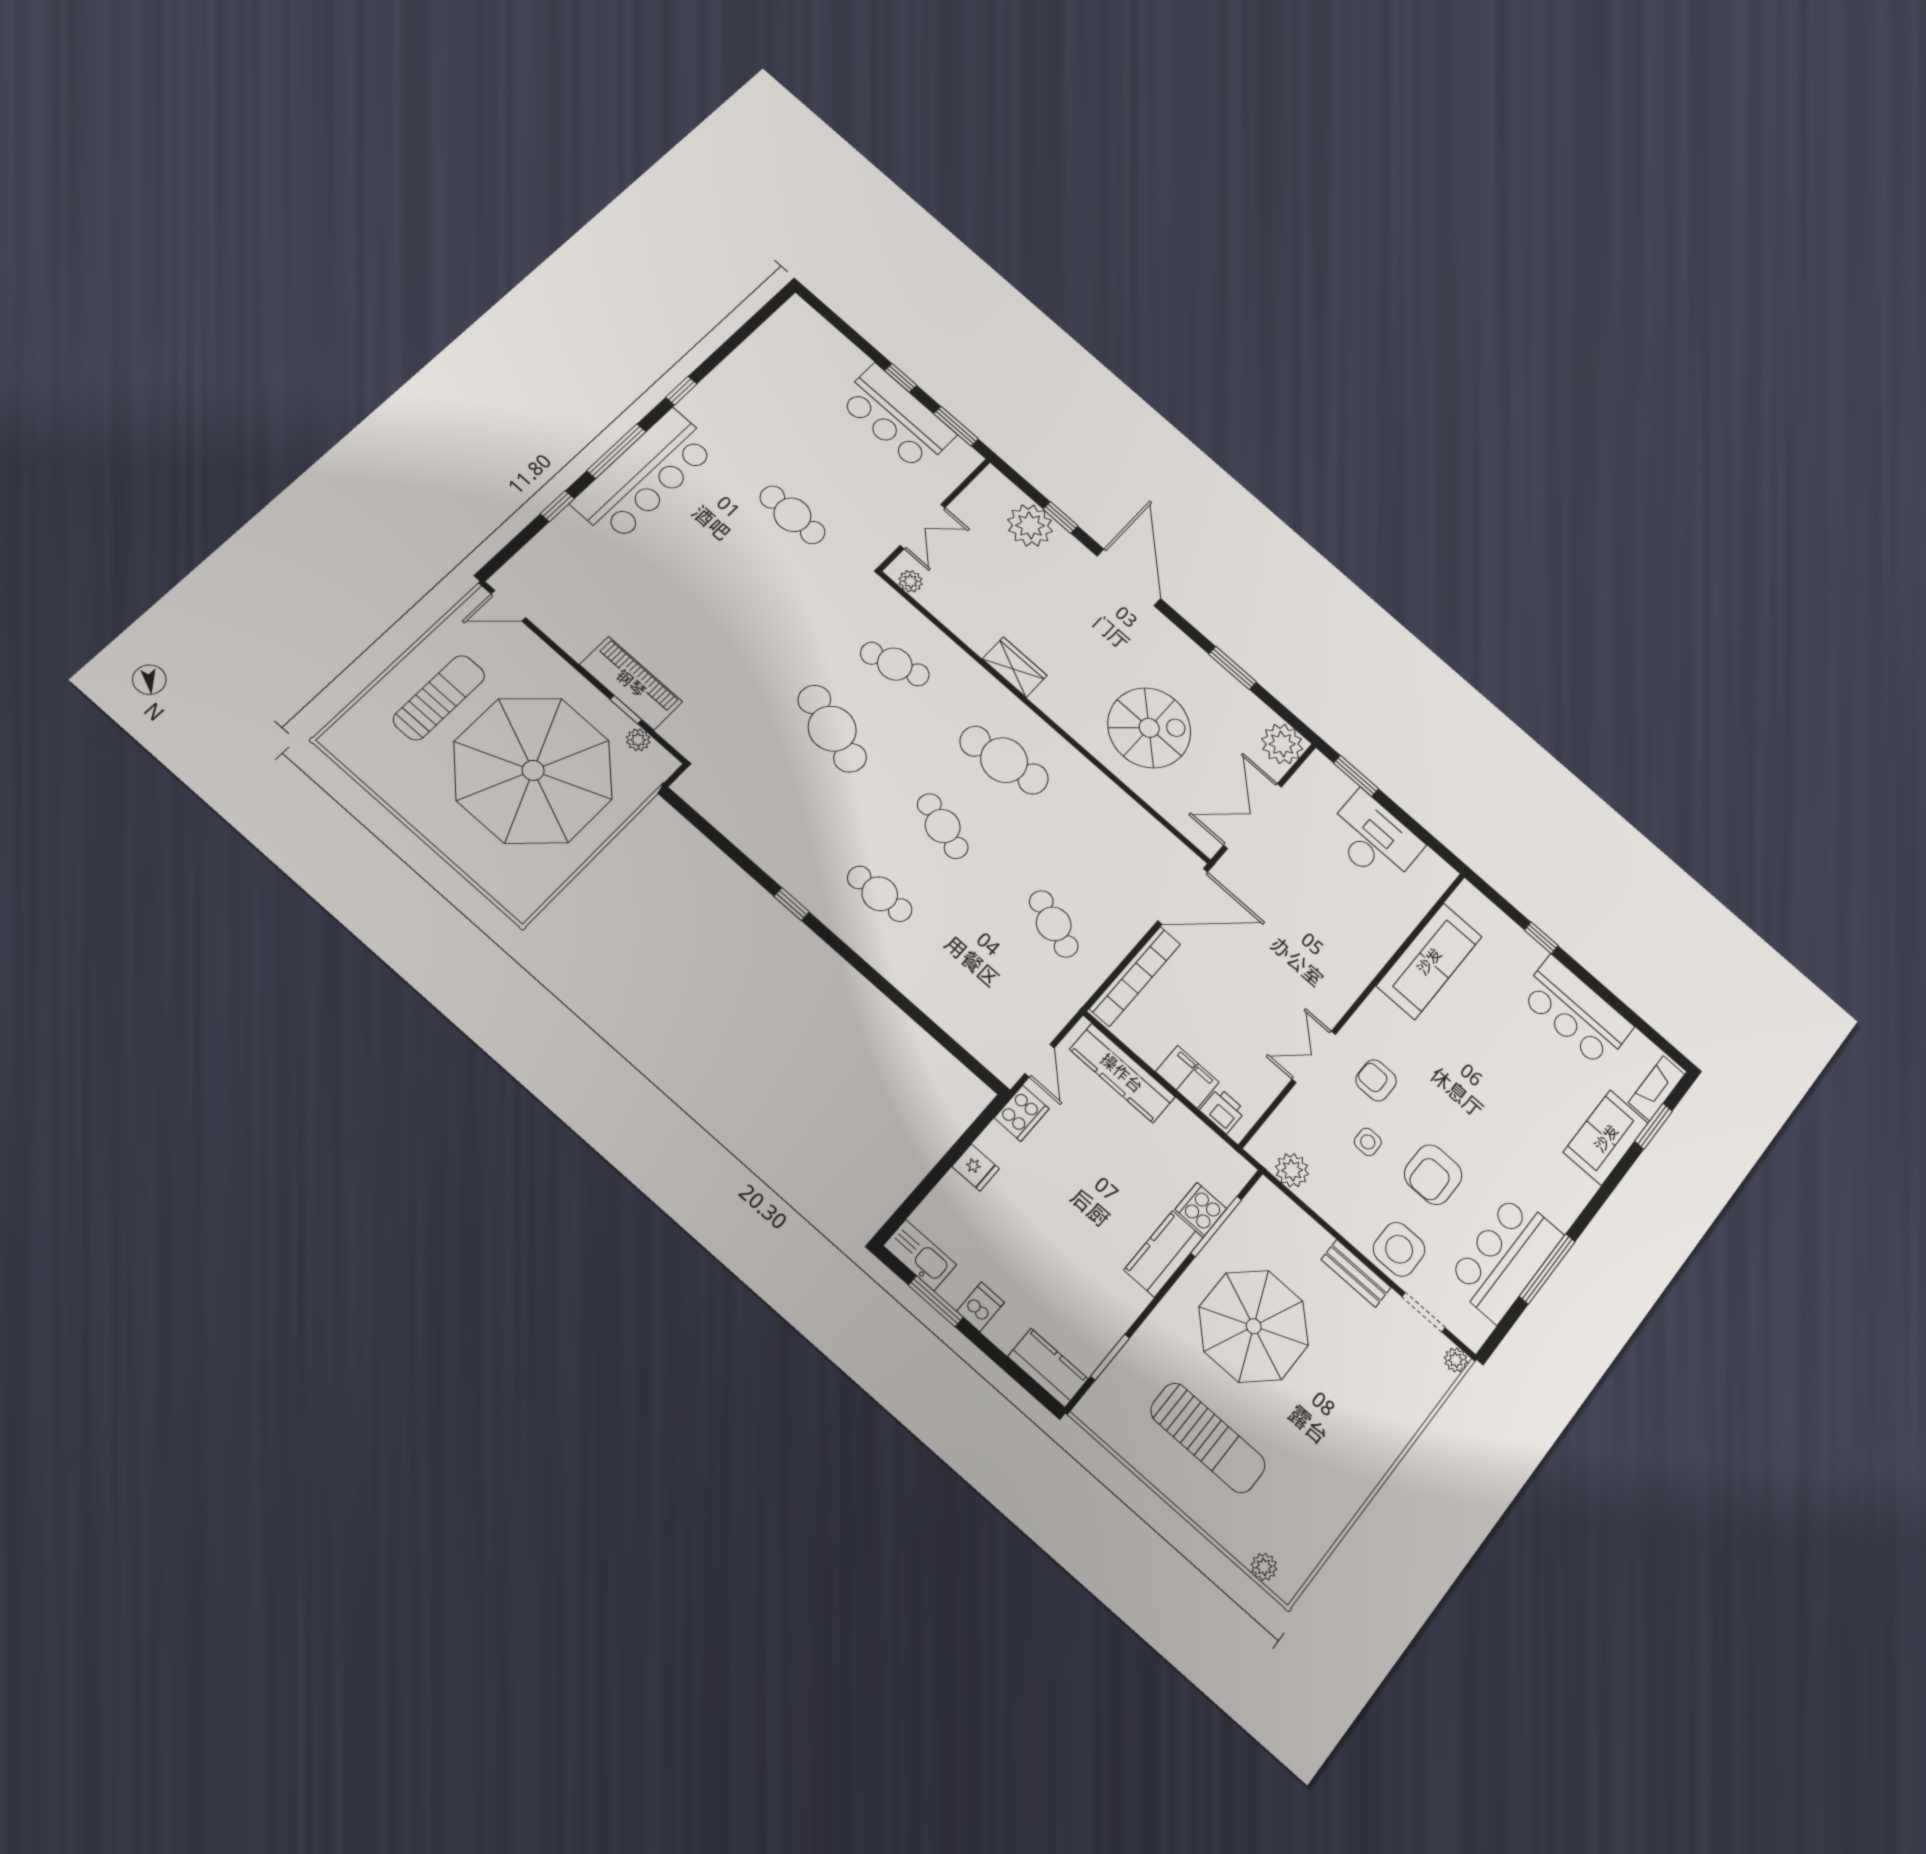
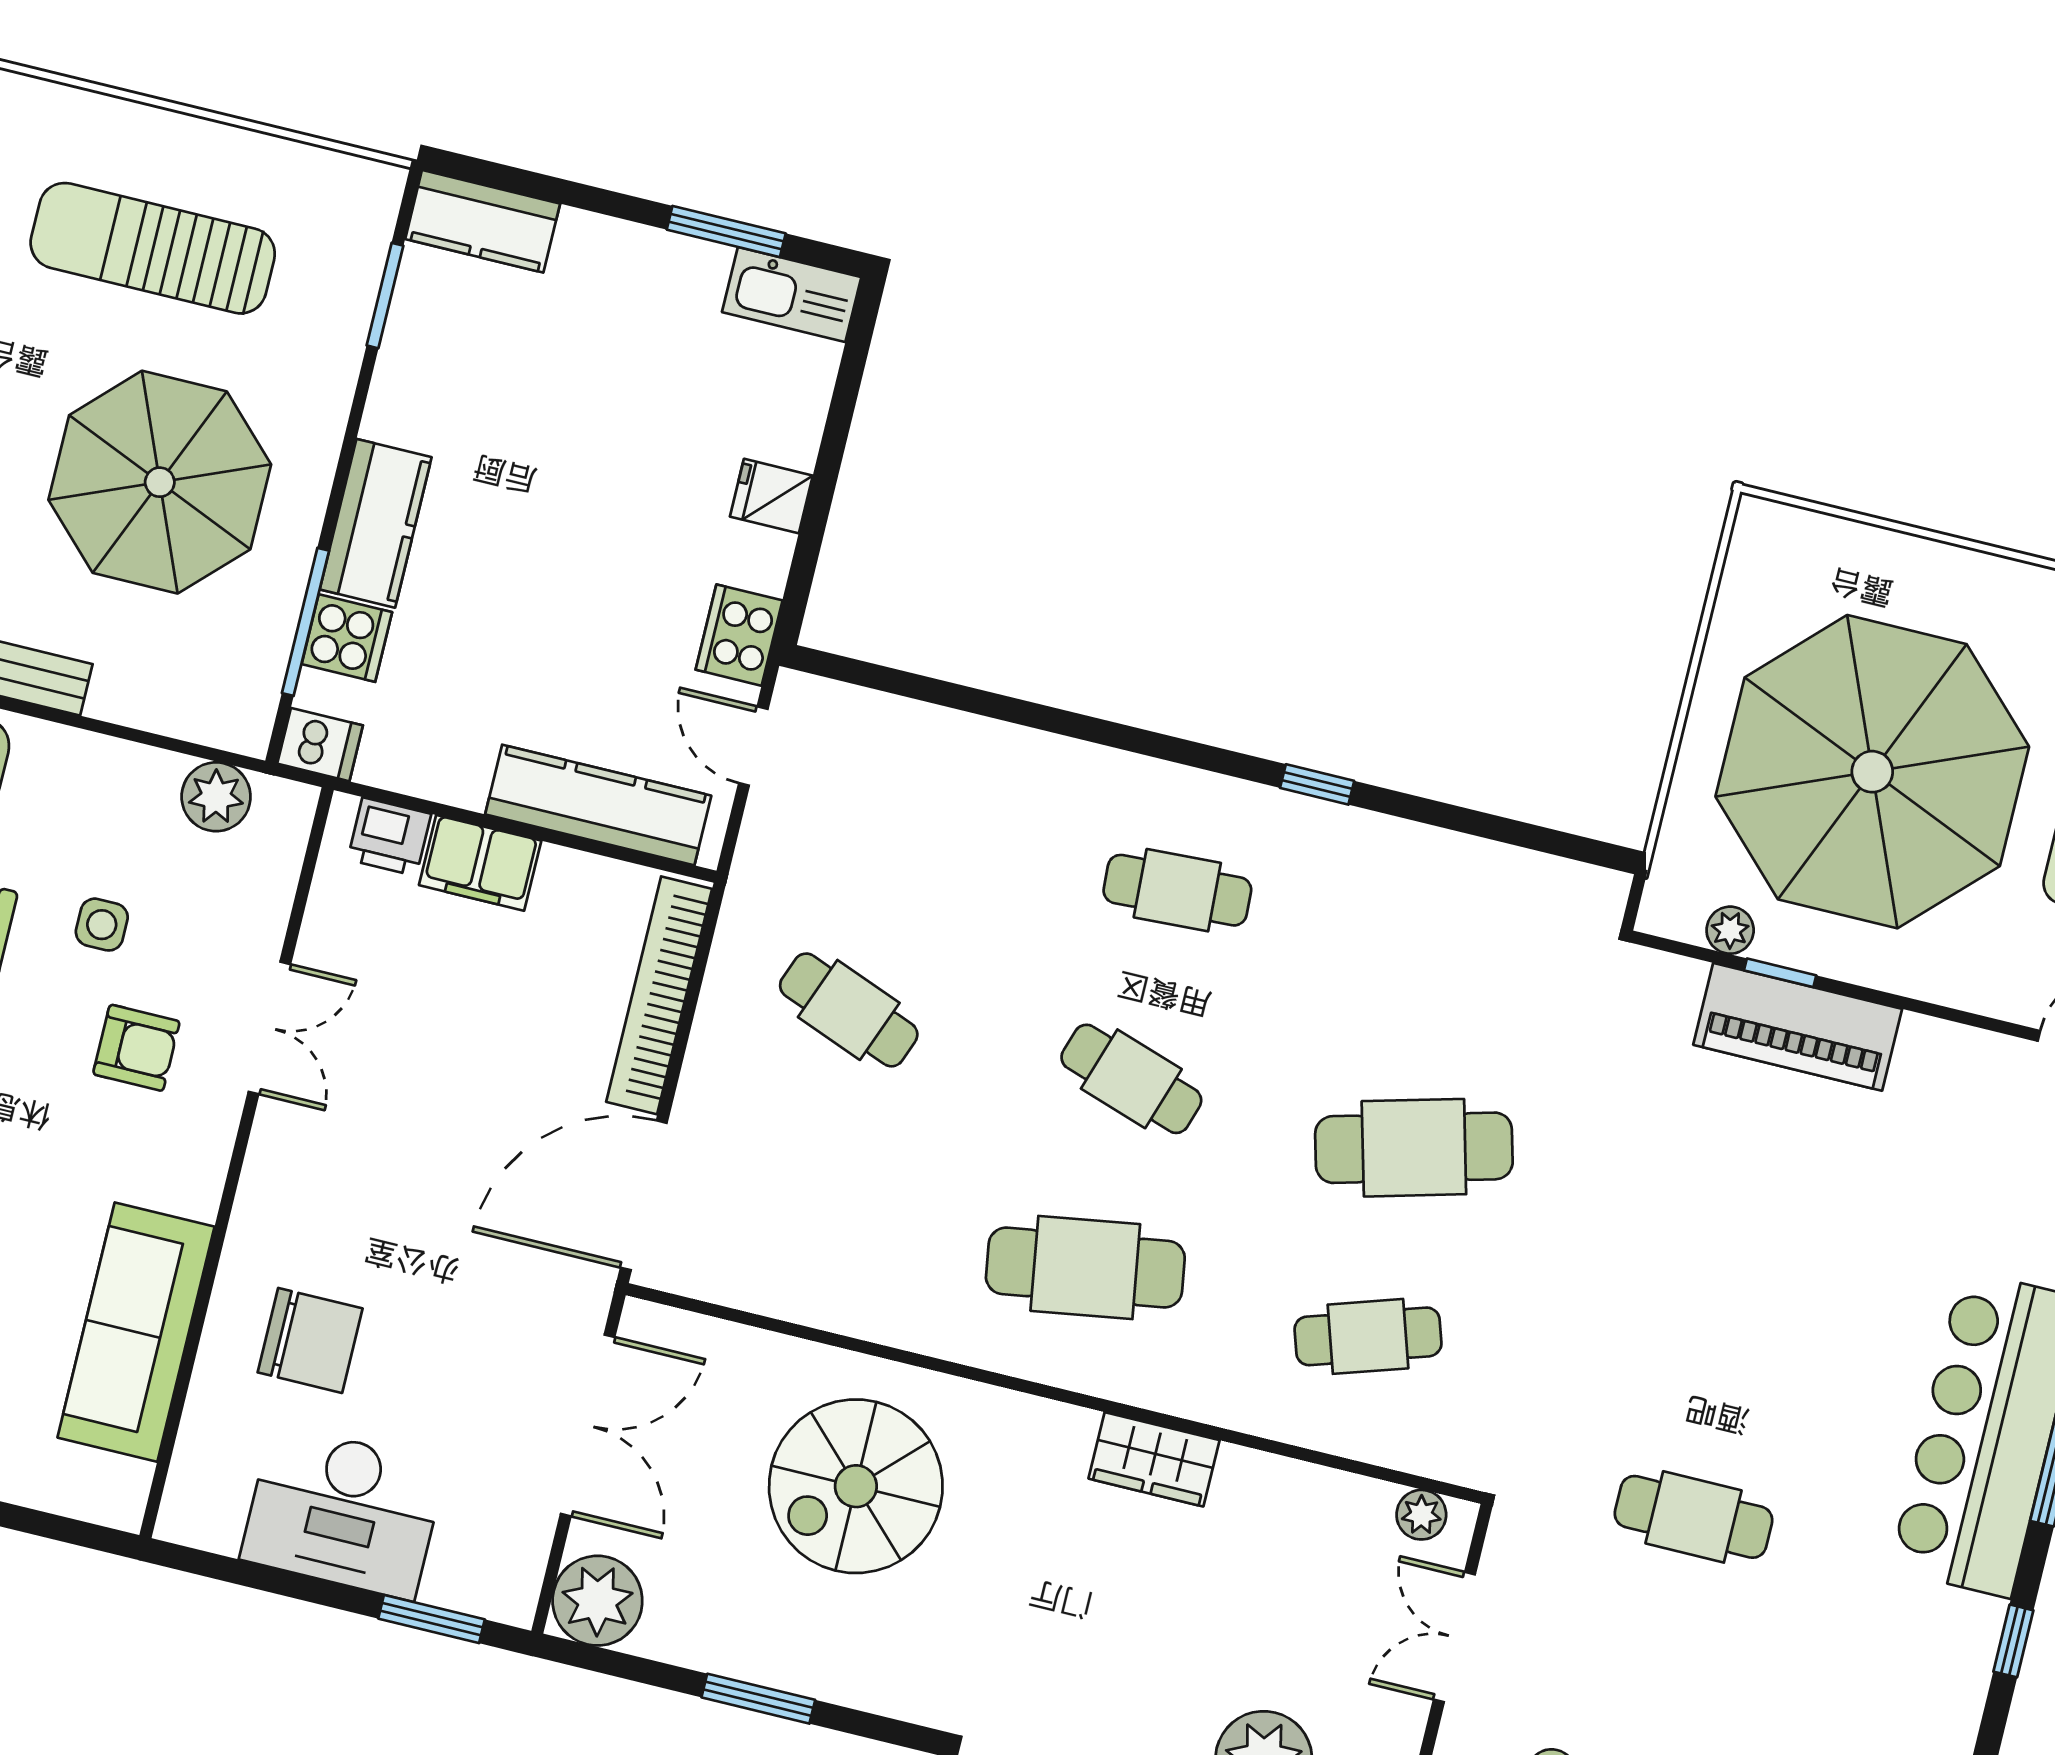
cafe table: (832, 729) -> (1414, 1148), turned -33
chair: (1356, 916) -> (310, 1340), added
dishwasher: (981, 1307) -> (320, 745), moved, turned -90

